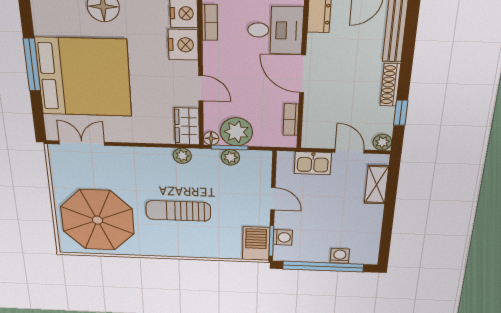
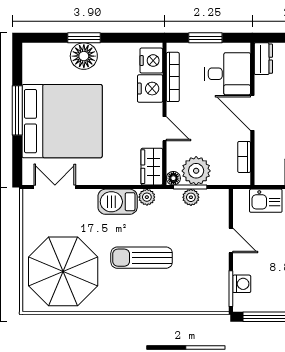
bookcase: (210, 22) -> (173, 77), width x1.56
barbecue: (256, 244) -> (118, 202), moved, turned -90

